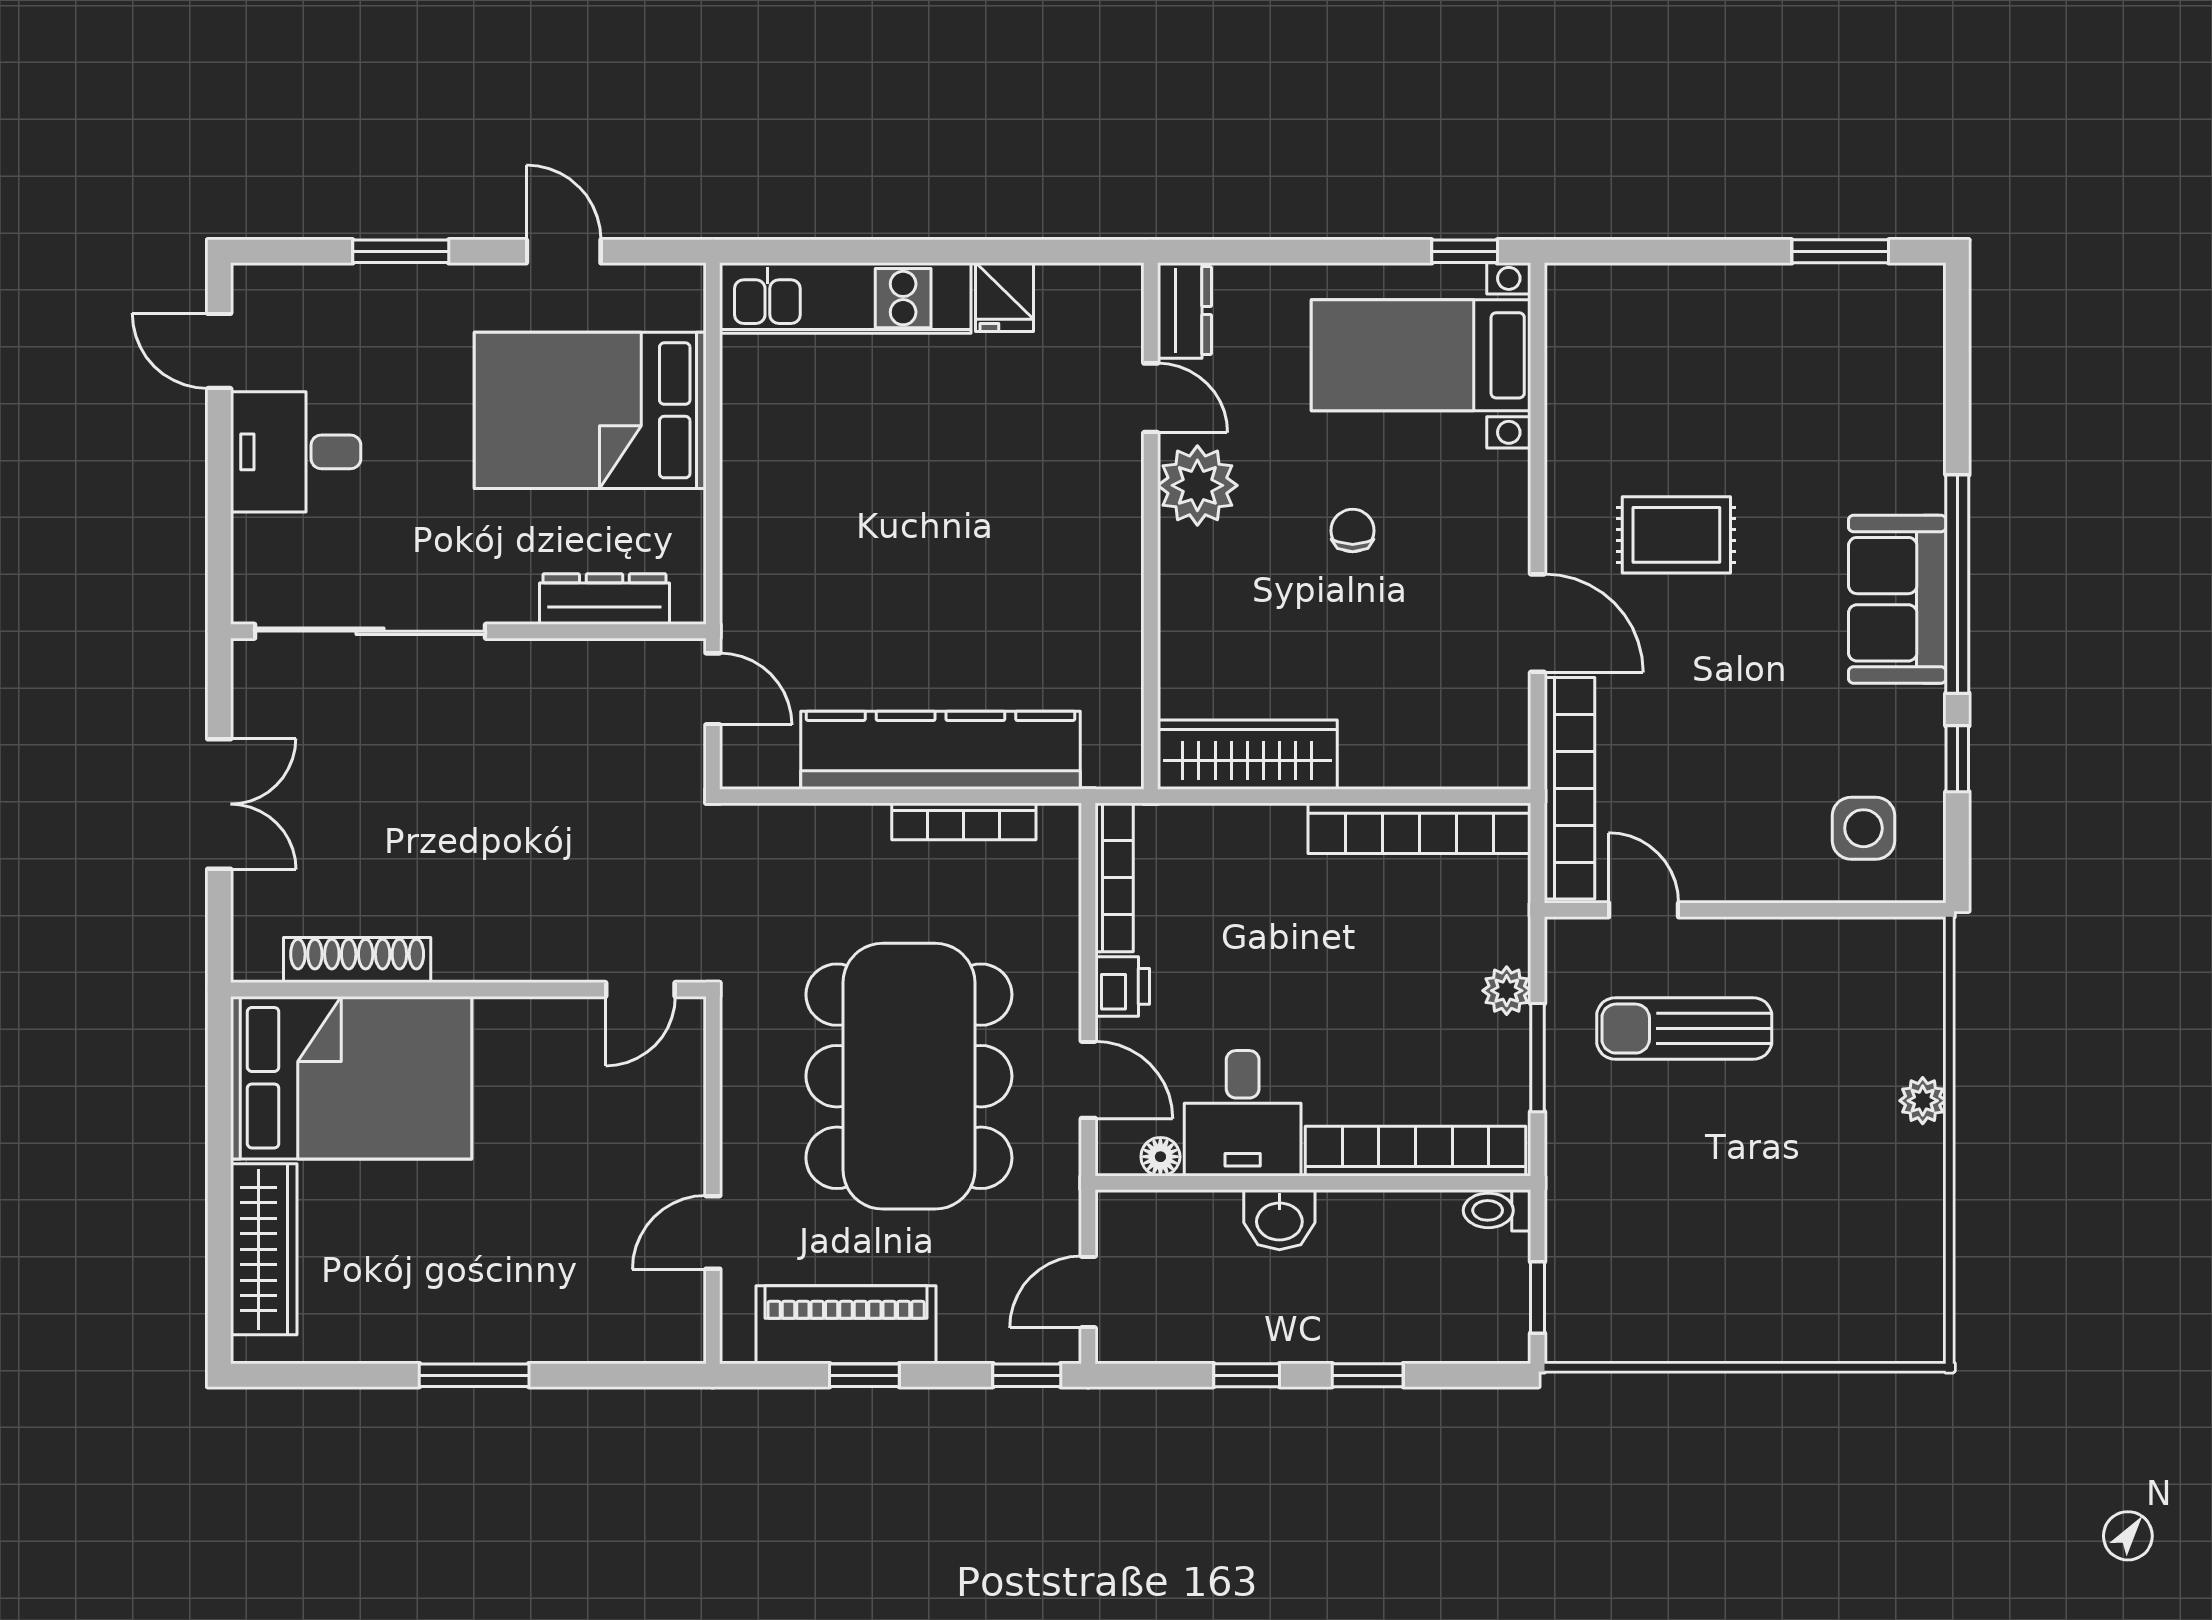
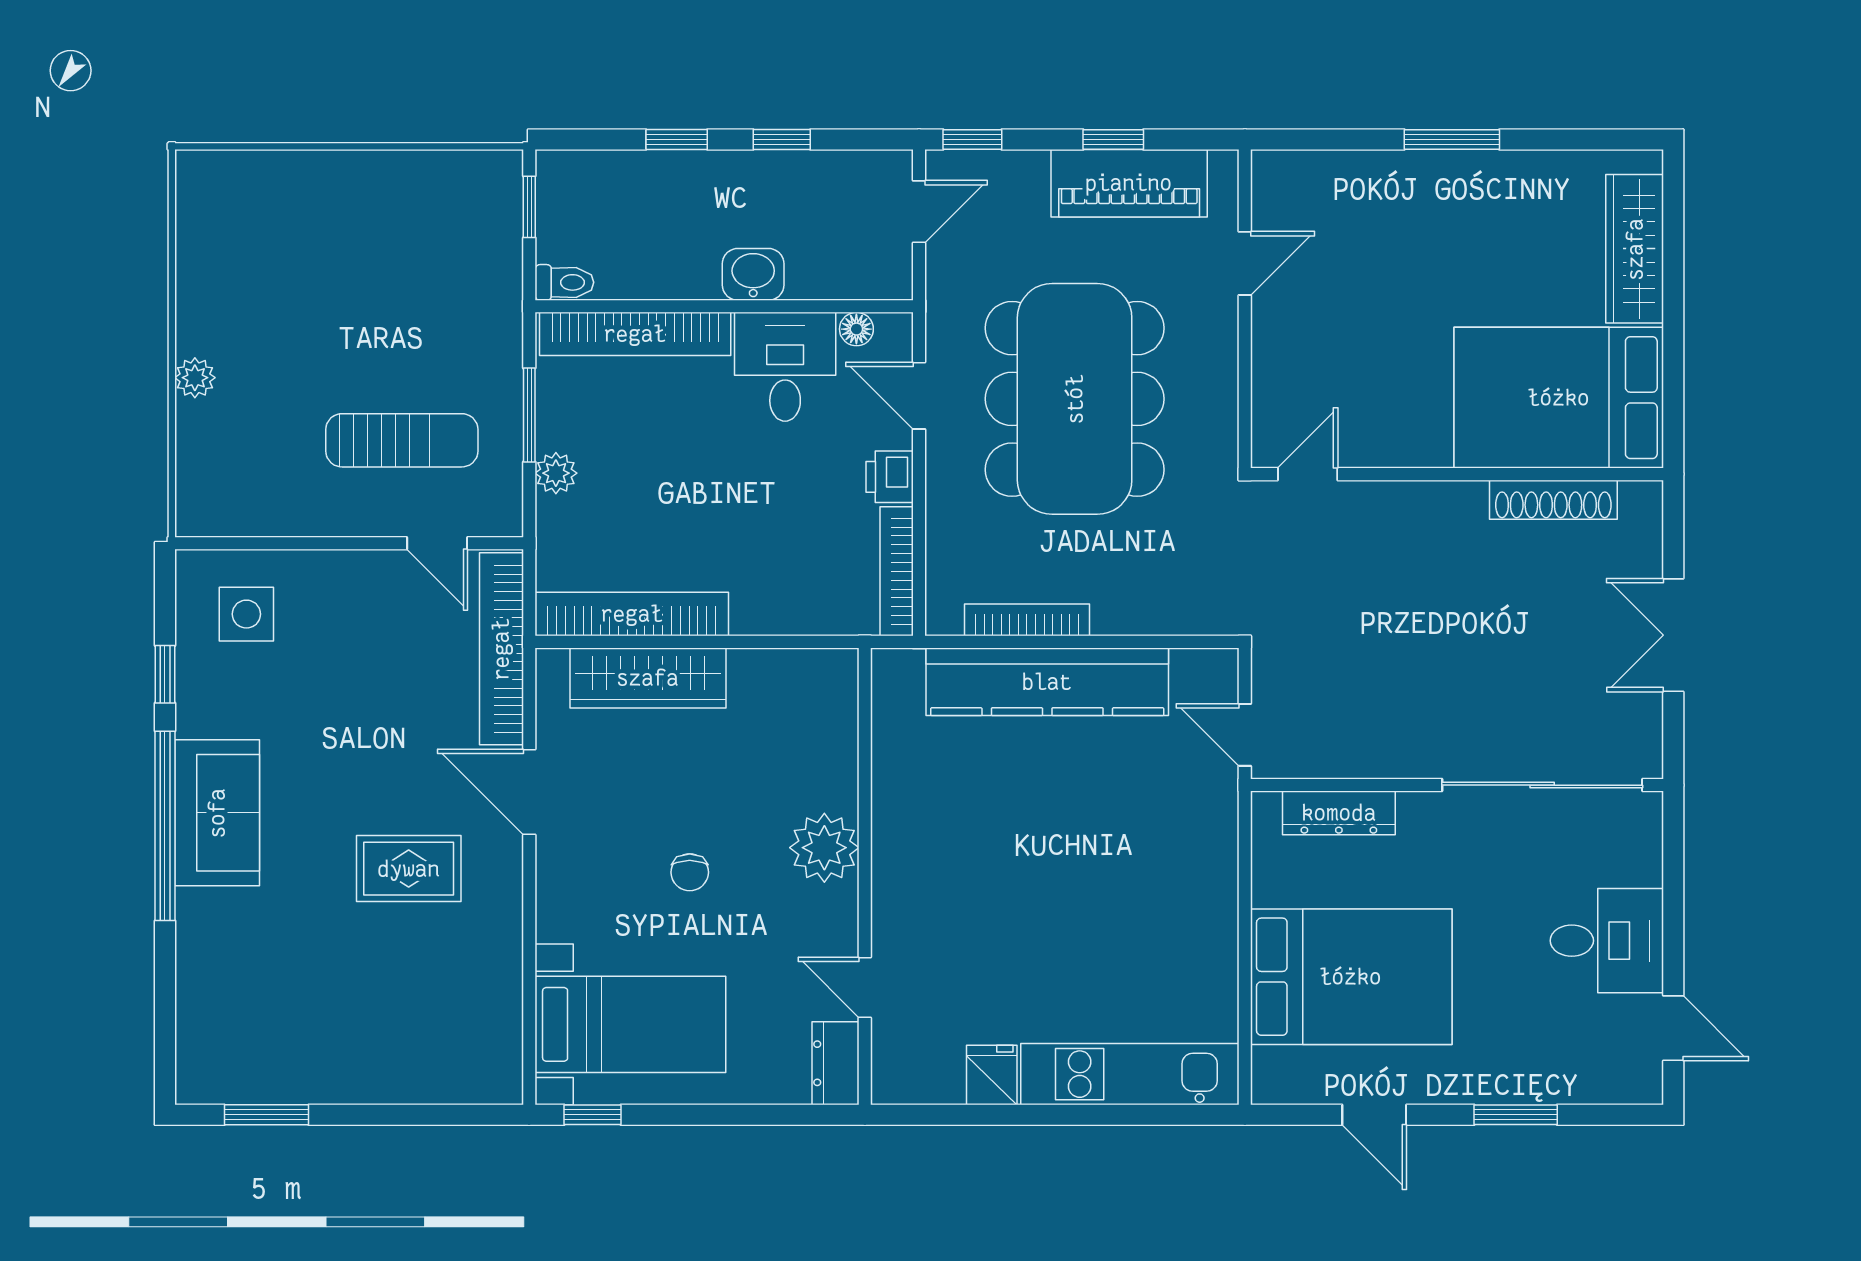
plant: (1197, 485) -> (824, 848), moved
wardrobe: (1247, 755) -> (648, 678), moved

